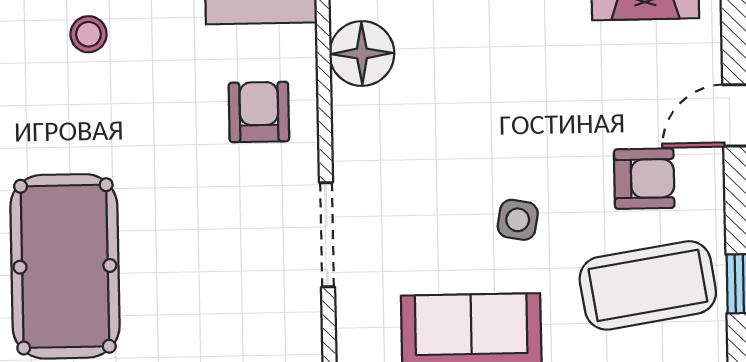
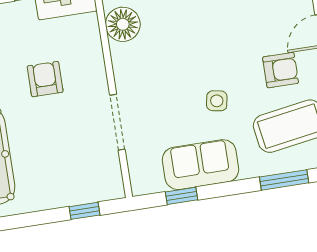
armchair: (259, 112) -> (45, 79), moved

